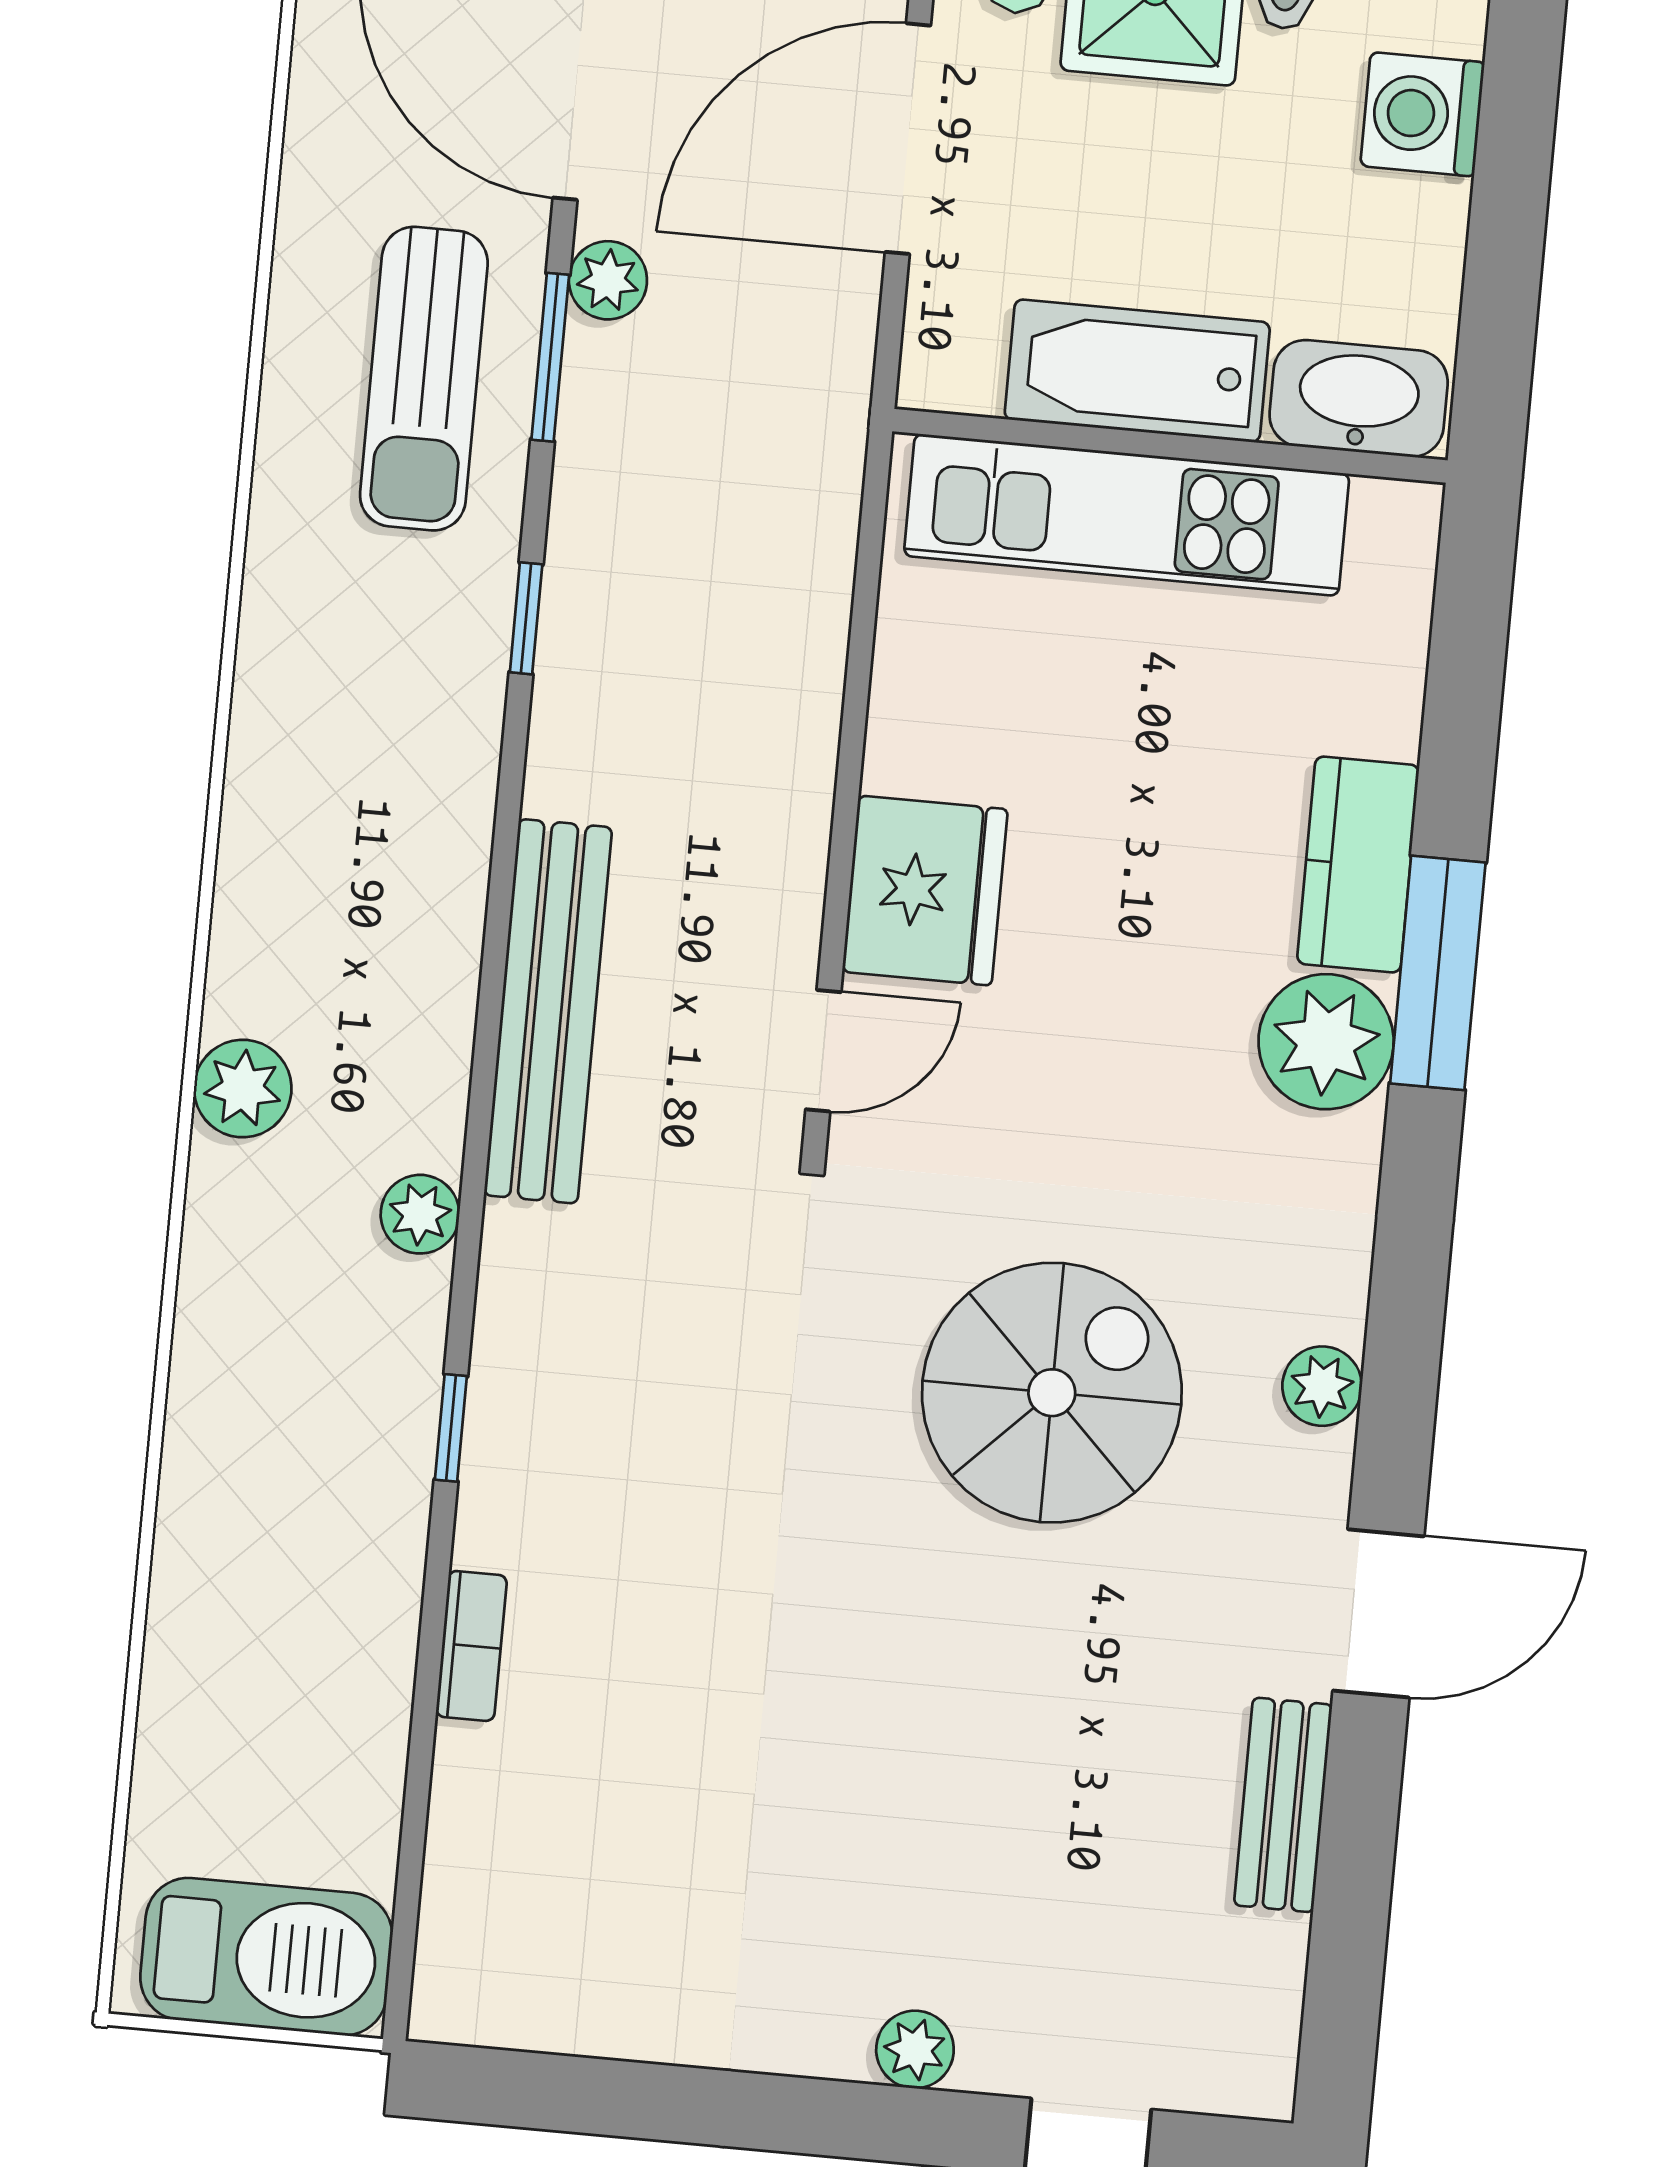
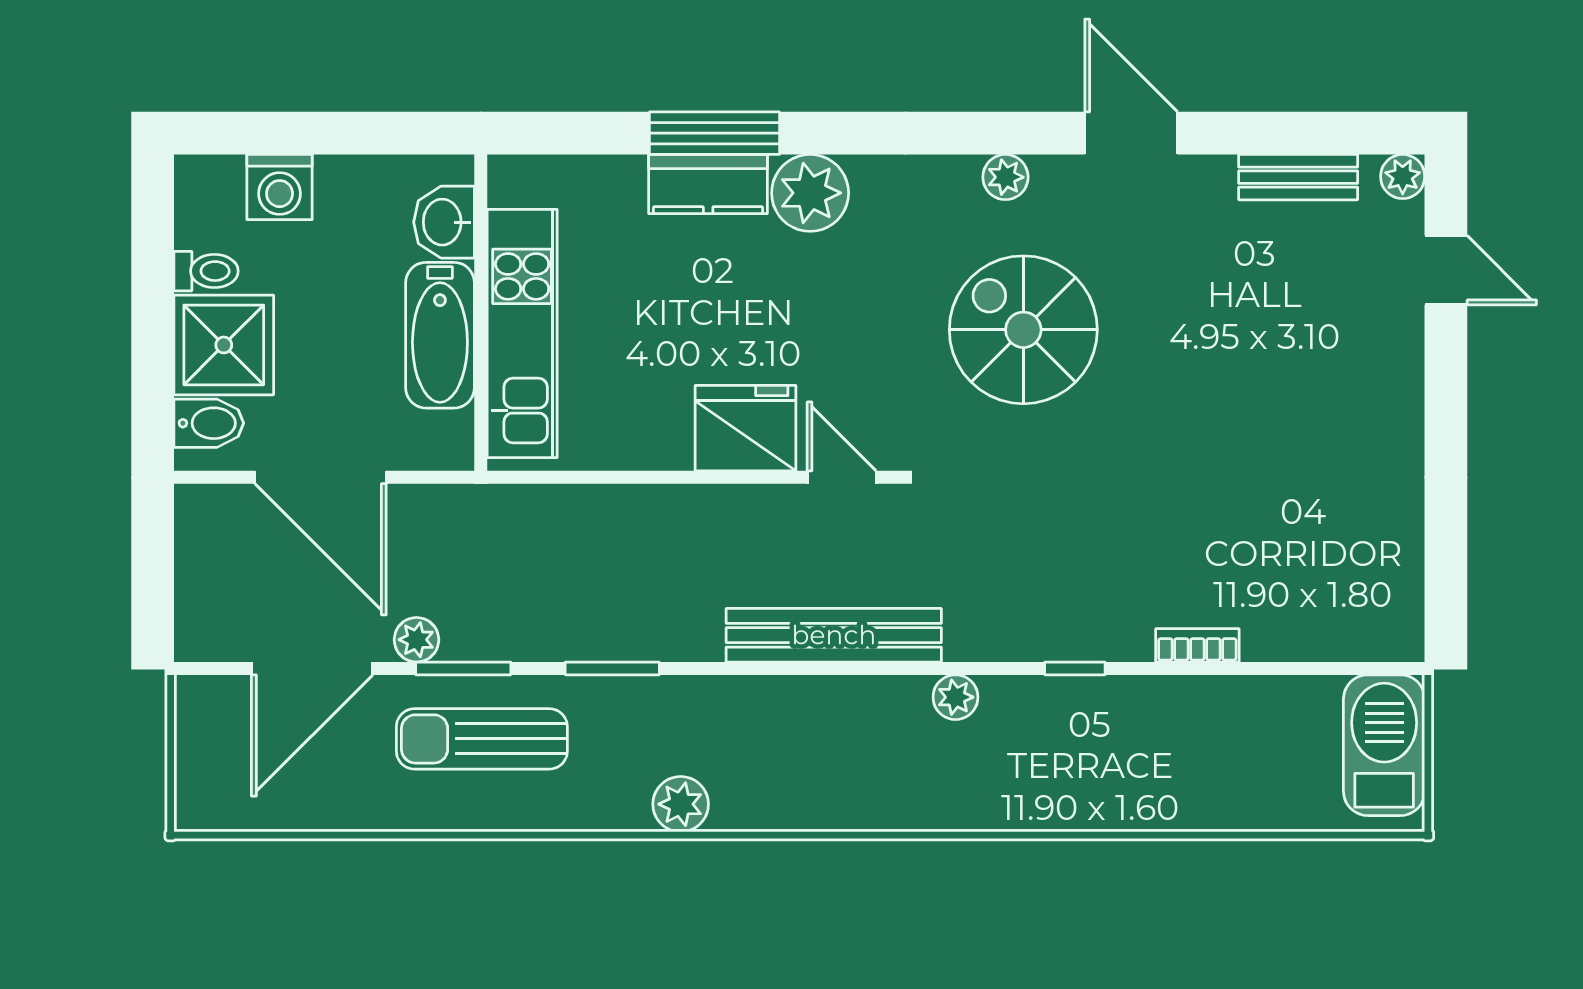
sun lounger: (424, 379) -> (482, 739), turned 180
washbasin: (1359, 398) -> (444, 222), width x0.72
window: (526, 618) -> (612, 668), width x1.50
window: (1438, 973) -> (715, 133), moved
plant: (243, 1089) -> (681, 804), moved
bench: (1283, 1805) -> (1298, 177), moved
plant: (915, 2049) -> (1403, 177), moved

